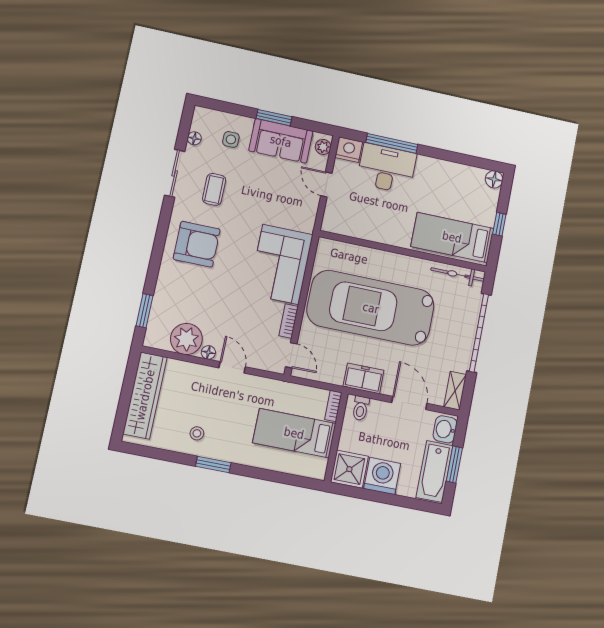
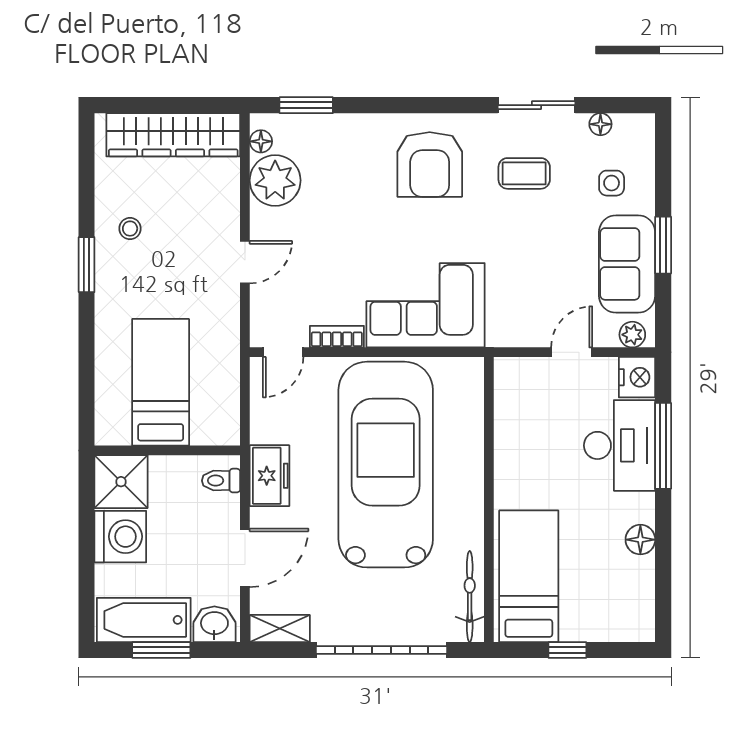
floor lamp: (494, 179) -> (640, 540), moved
floor lamp: (208, 352) -> (261, 141), moved
bookcase: (333, 406) -> (216, 436), removed

